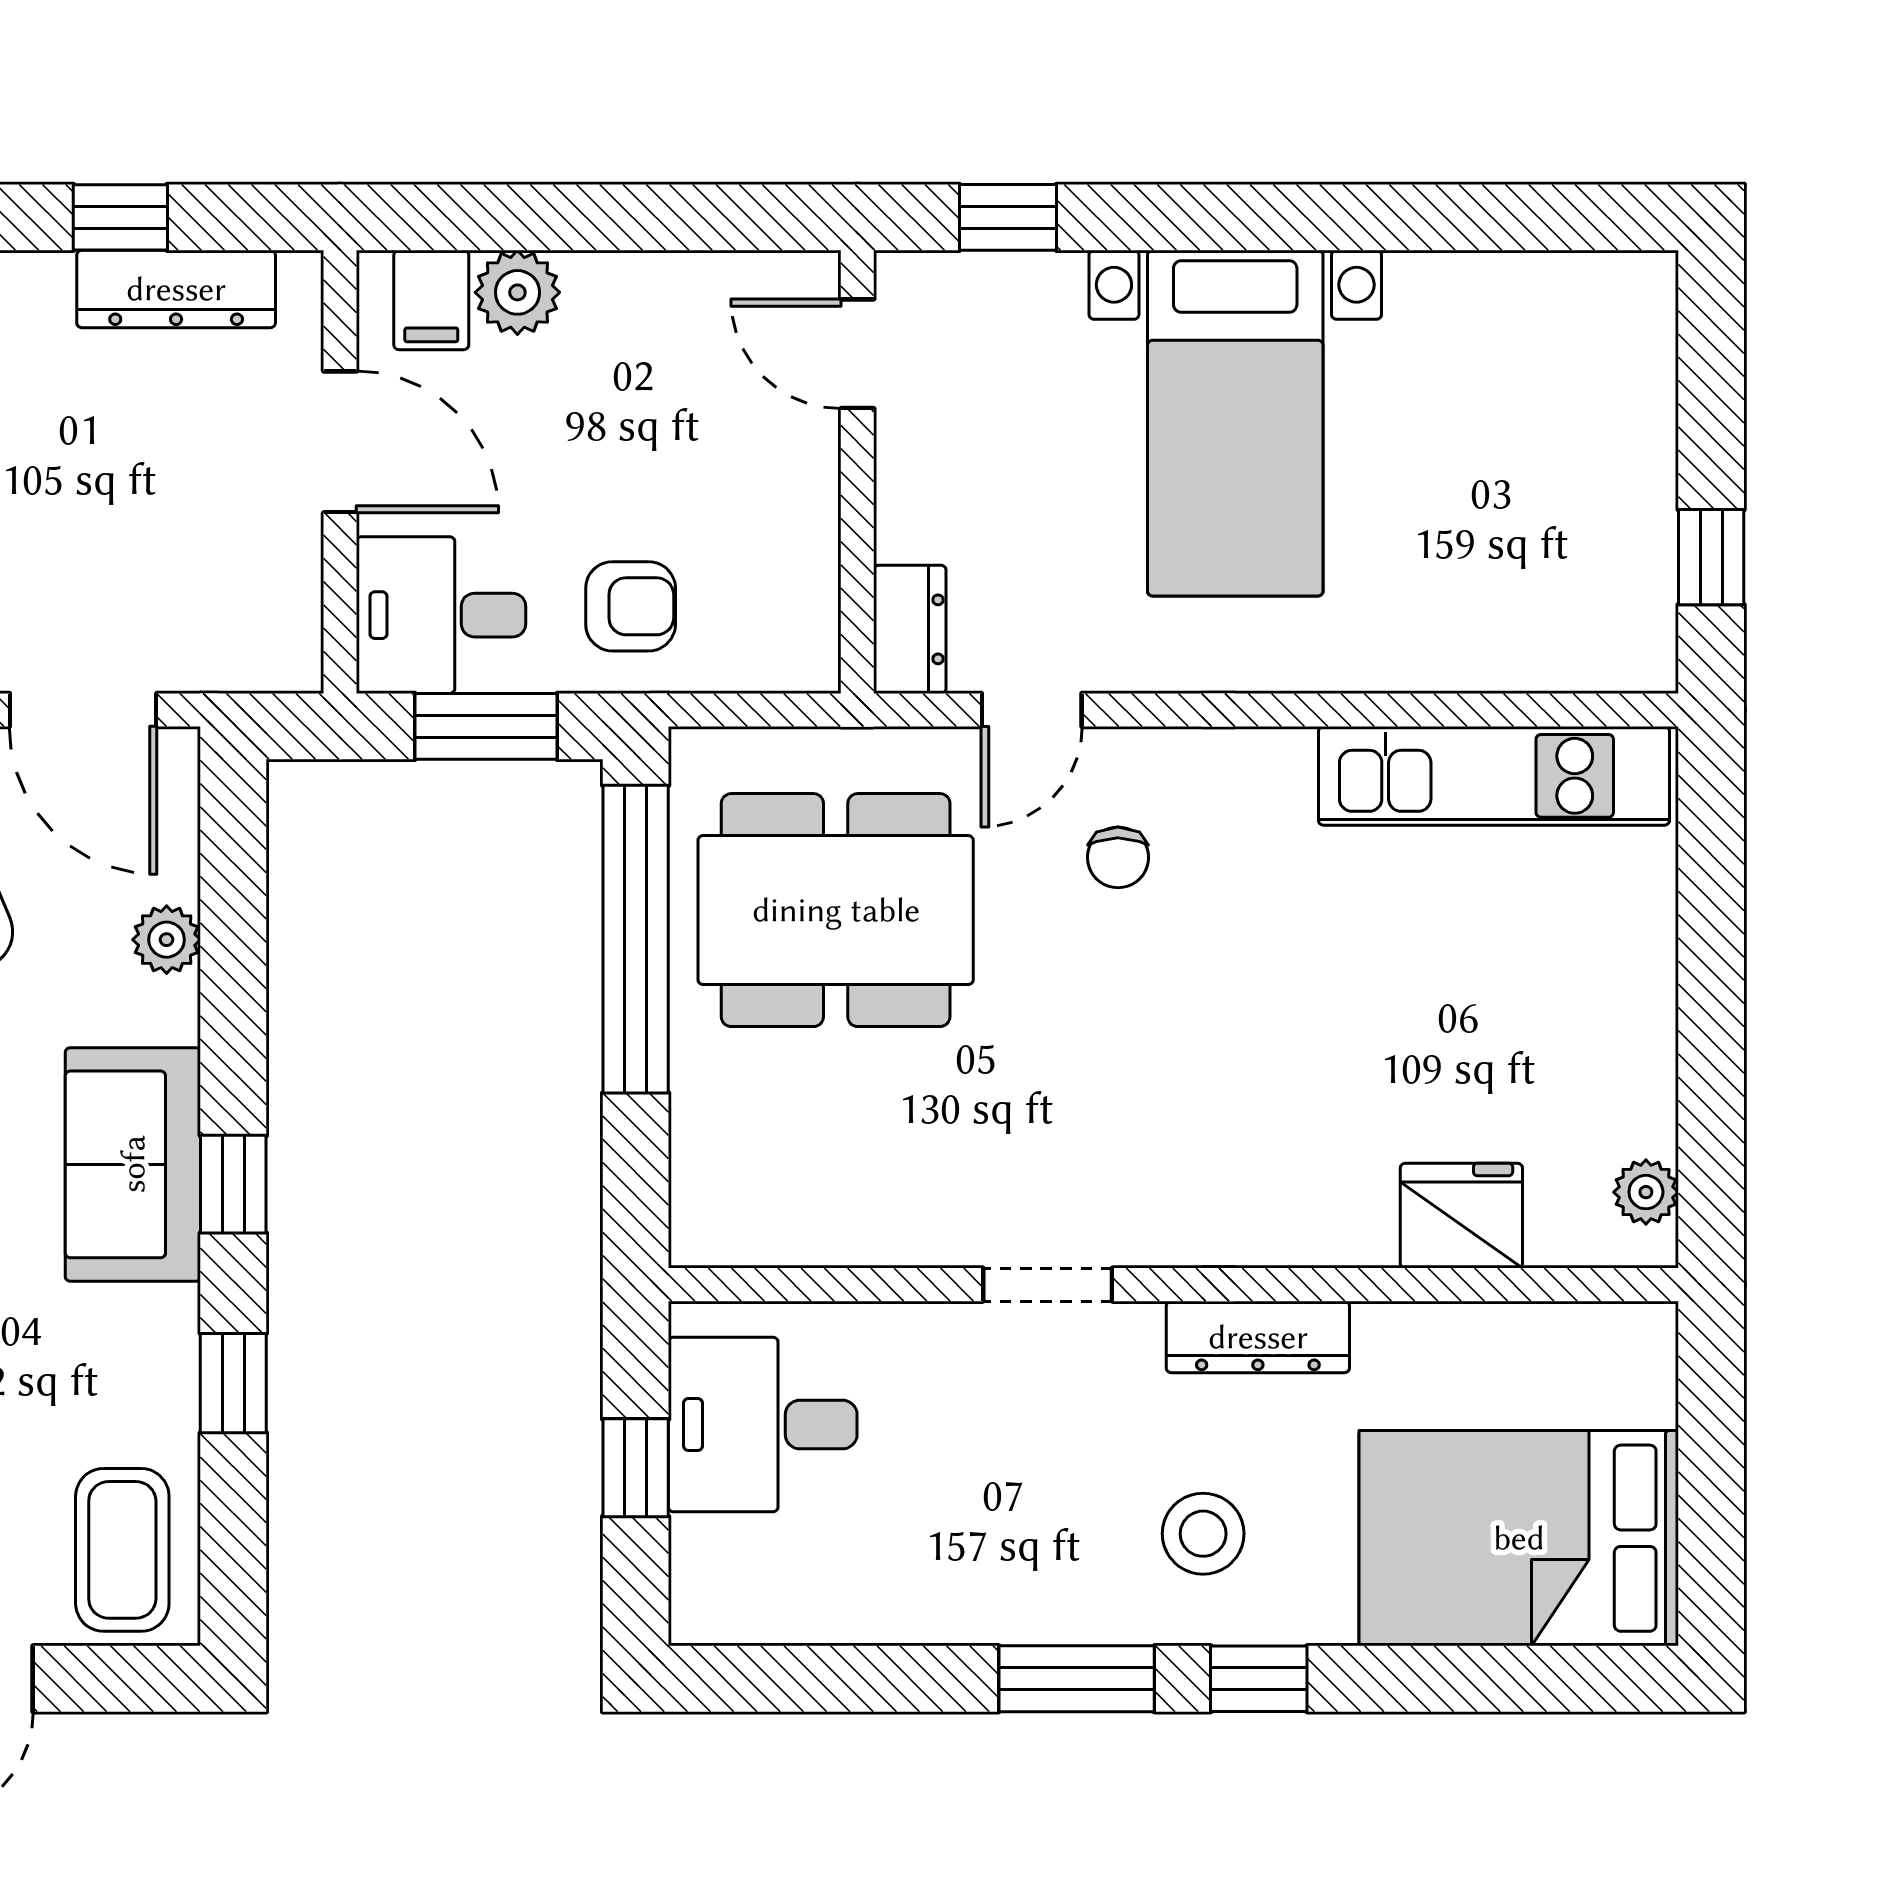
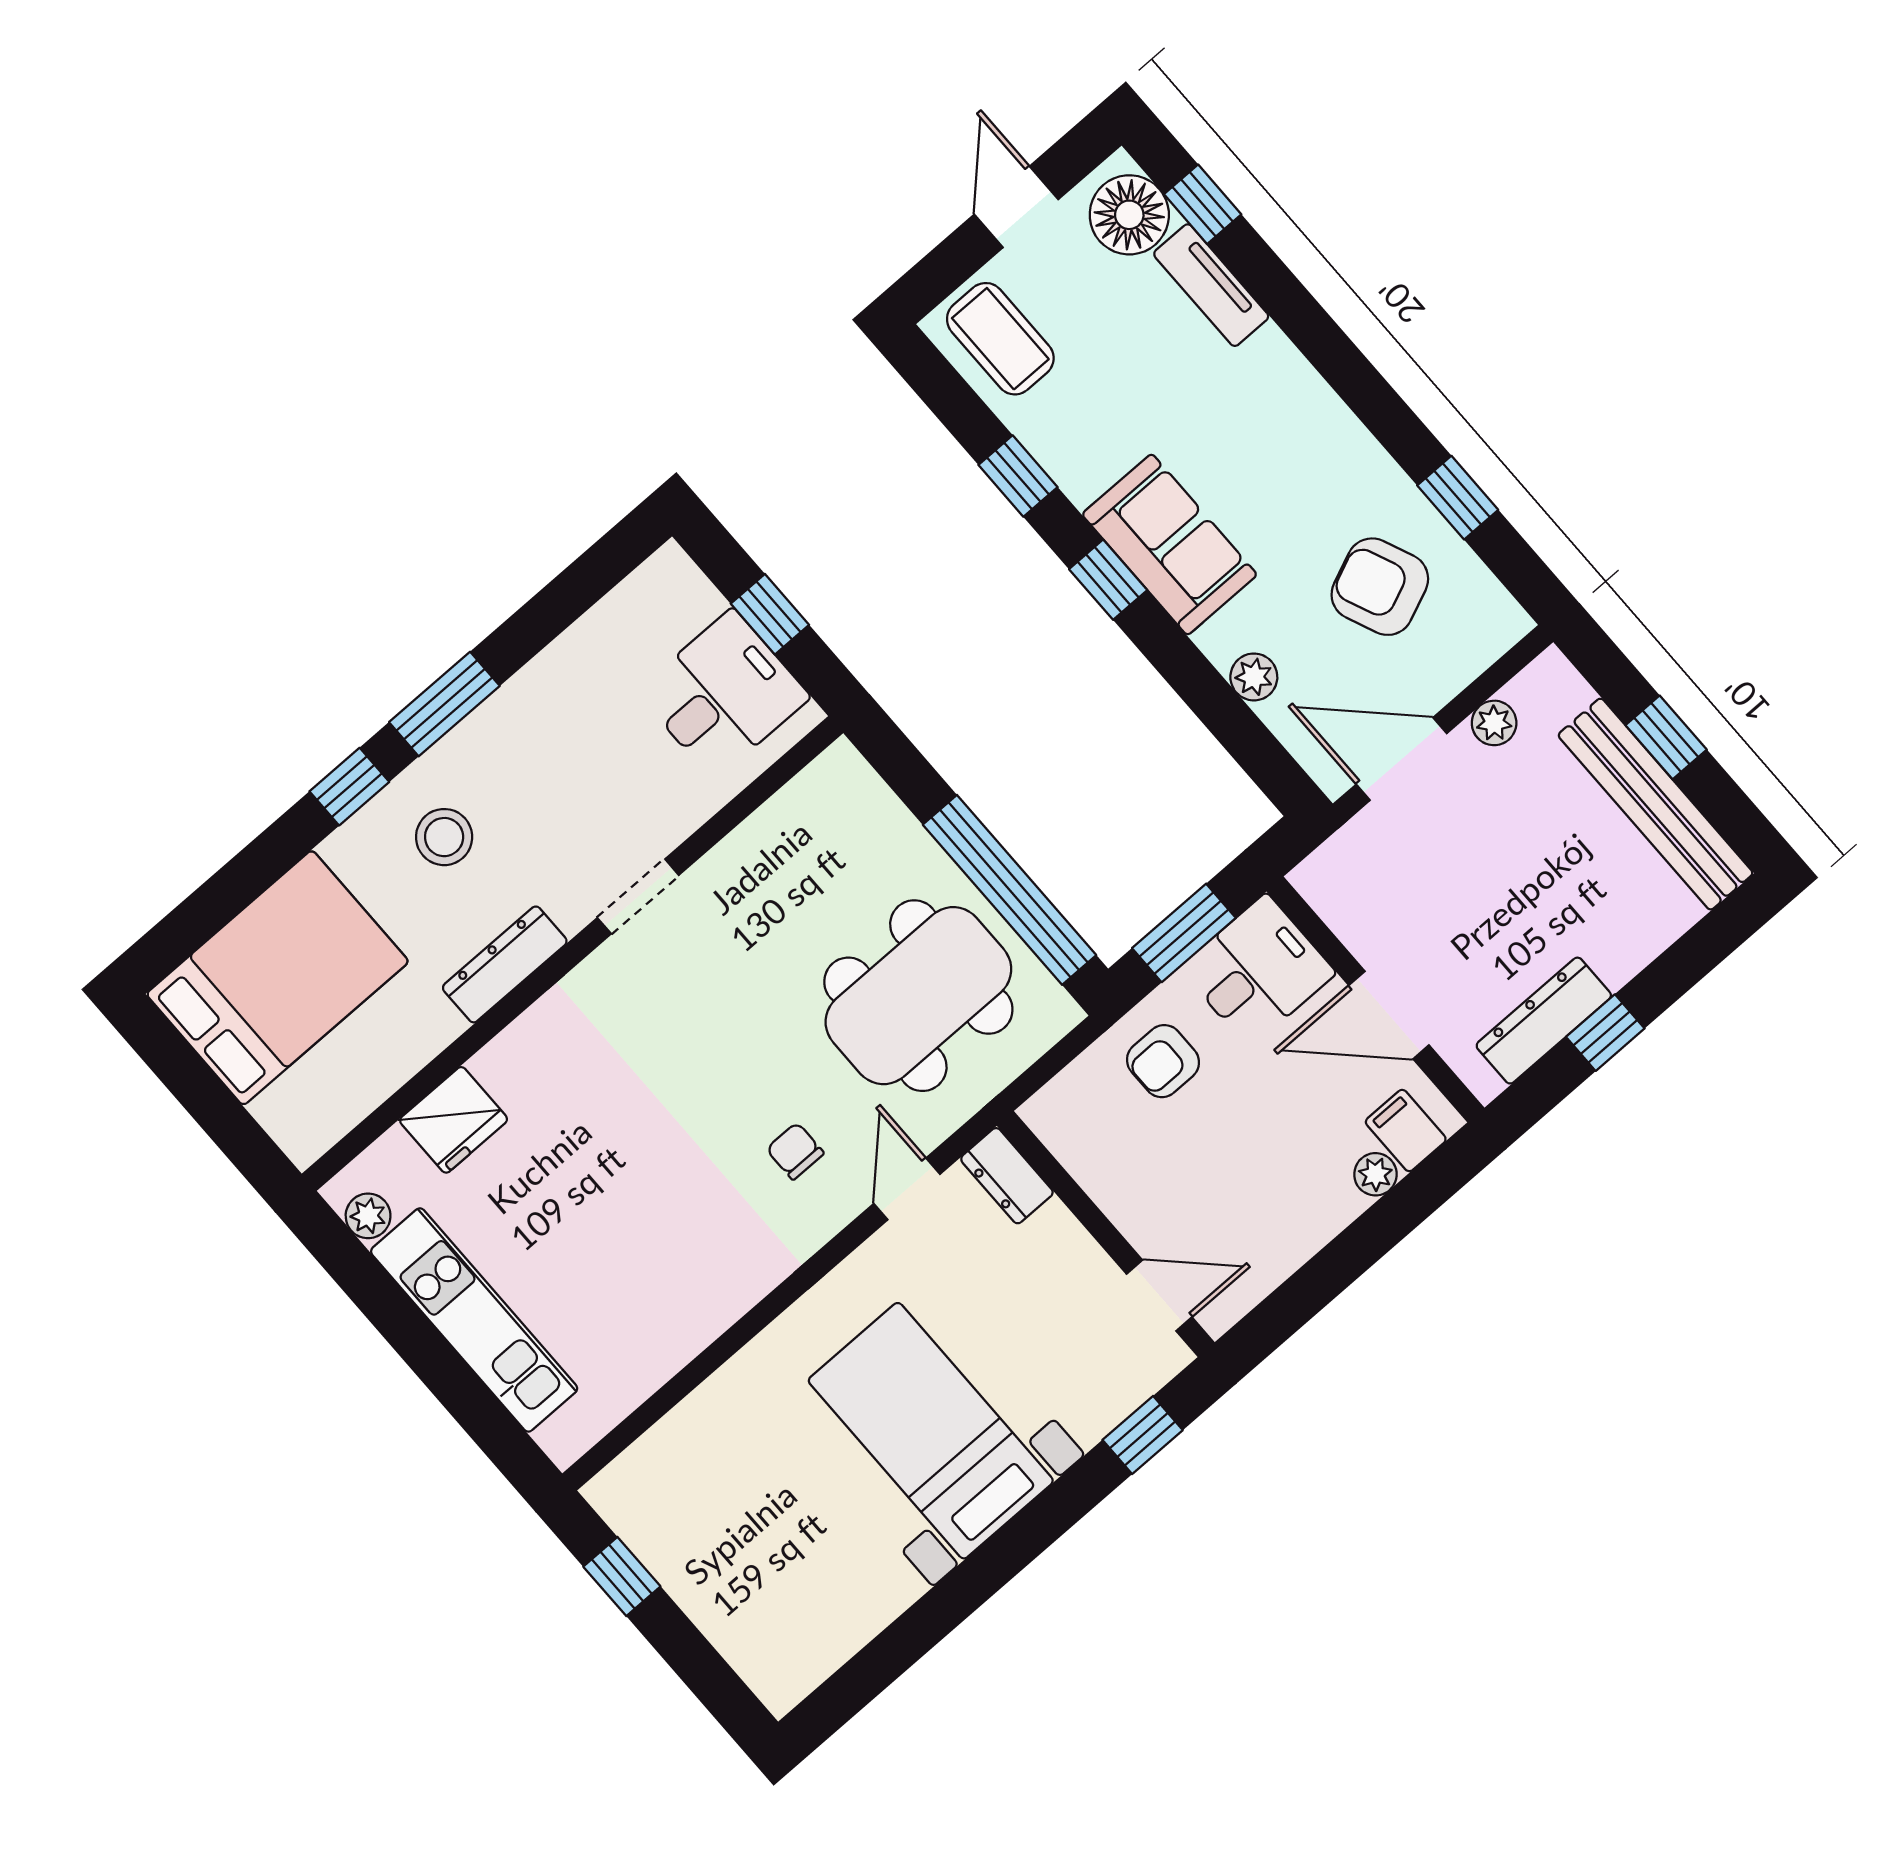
plant: (517, 292) -> (1375, 1174), width x0.73, depth x0.73
kitchen unit: (1494, 776) -> (474, 1320), moved, turned 90

